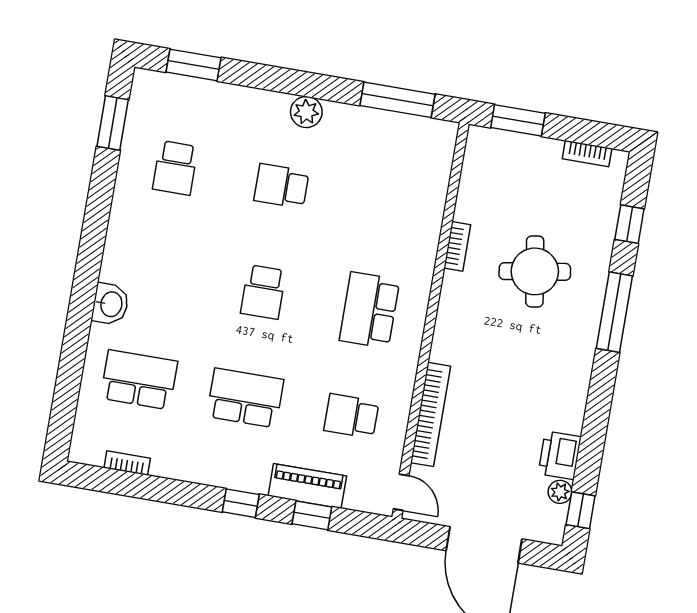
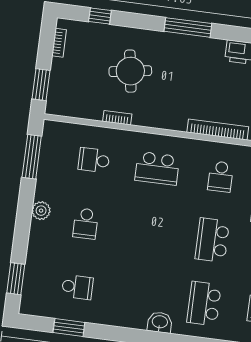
window: (113, 123) -> (69, 327), moved
school desk: (263, 292) -> (94, 160), moved, turned 180
window: (614, 312) -> (188, 27), moved

